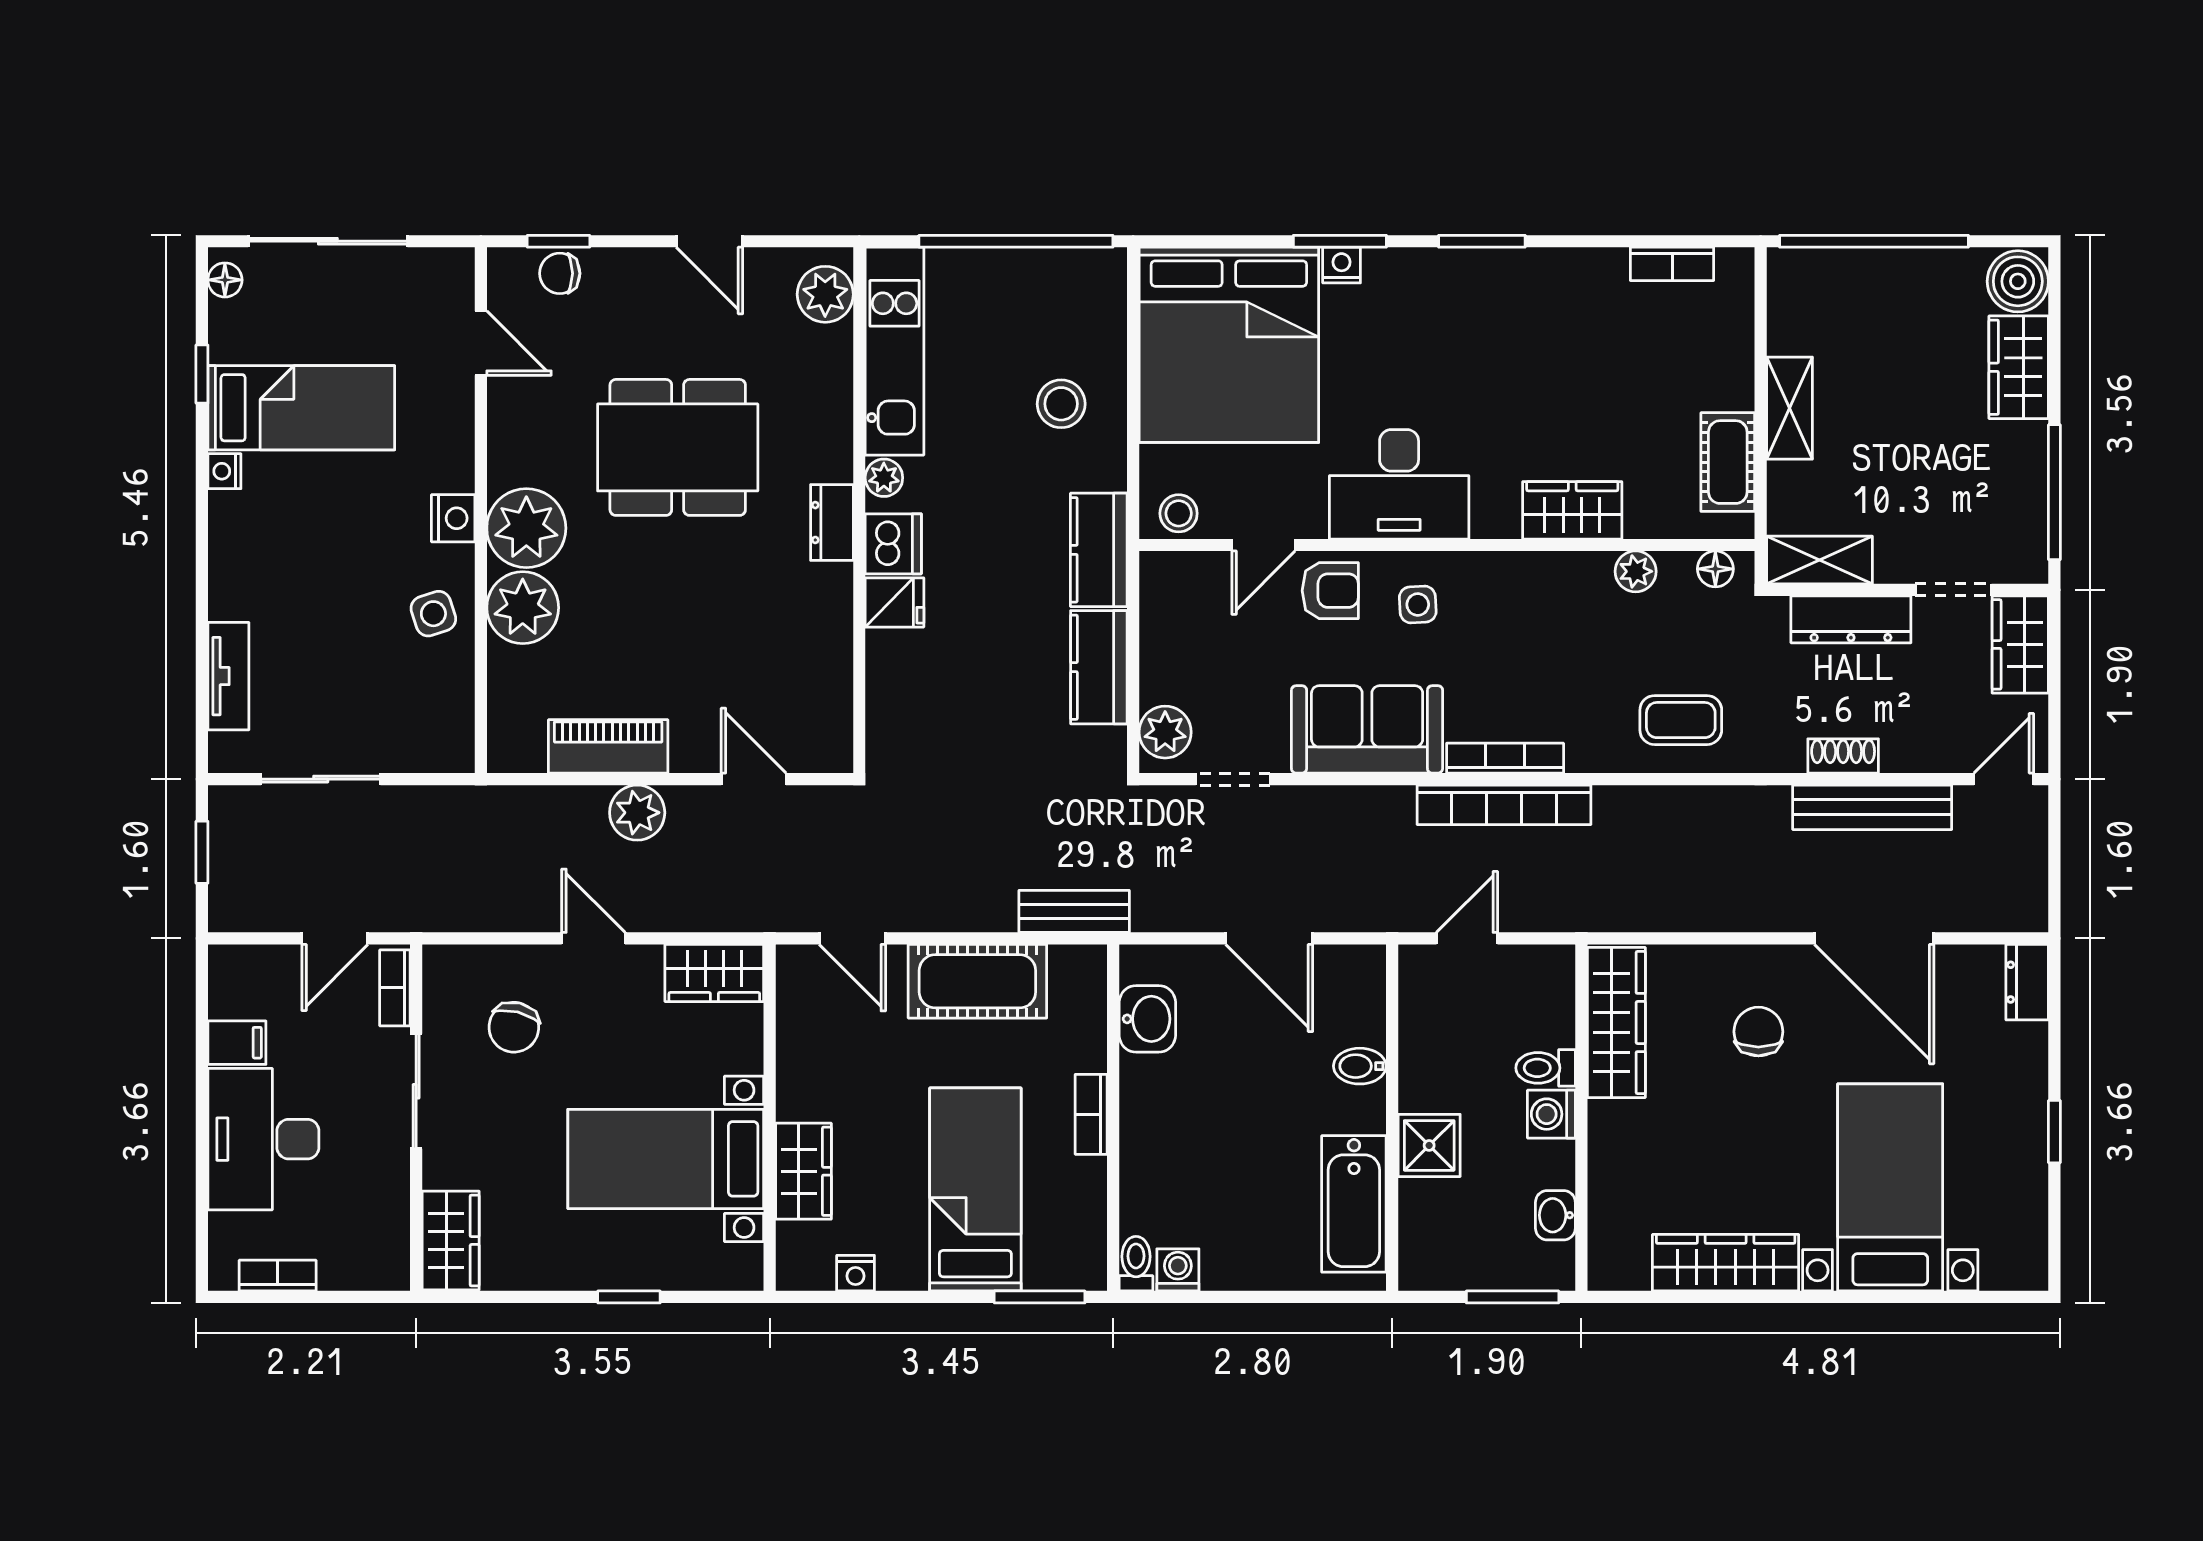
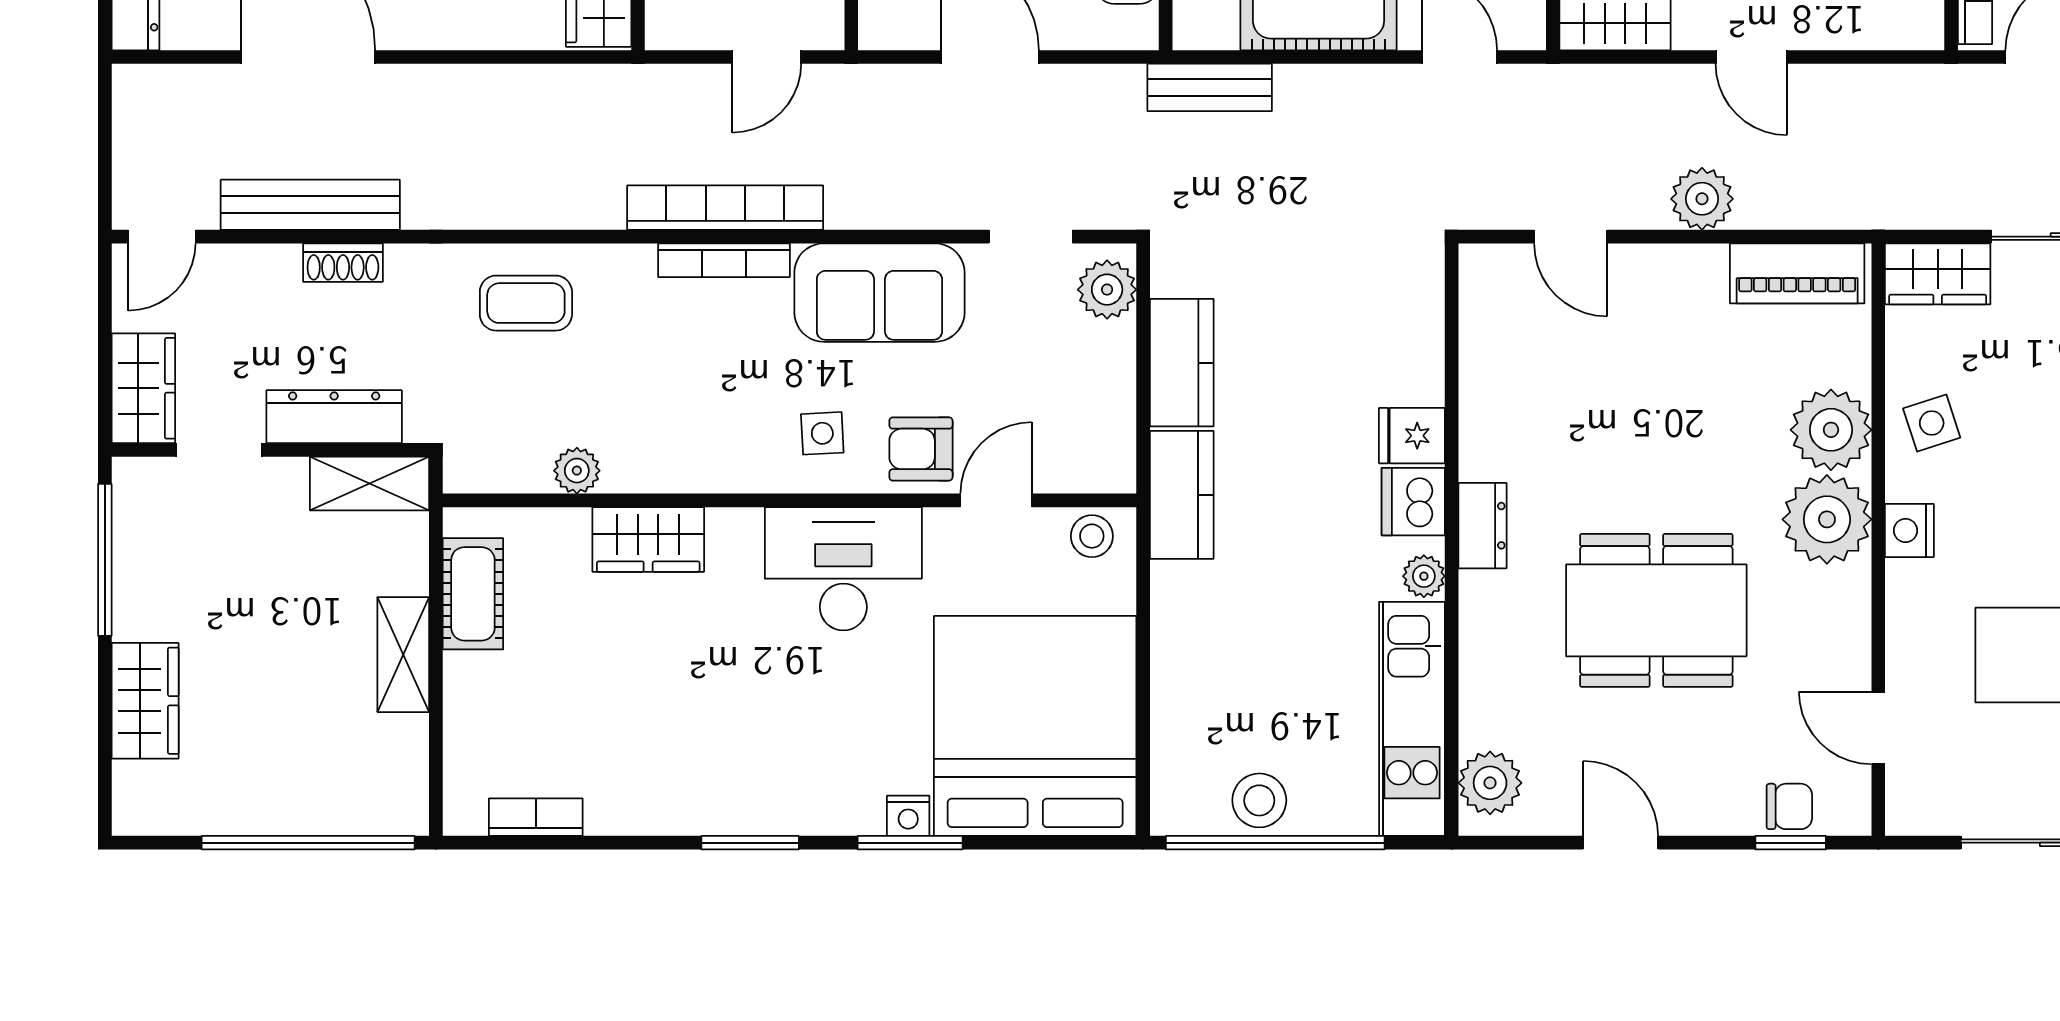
boiler: (2018, 281) -> (146, 798), removed
stool: (1061, 404) -> (1259, 800), moved
floor lamp: (1715, 569) -> (487, 473), removed
wardrobe: (428, 746) -> (1938, 274), added
piano: (608, 746) -> (1797, 273), moved

